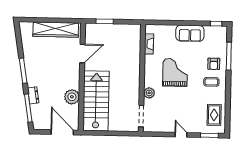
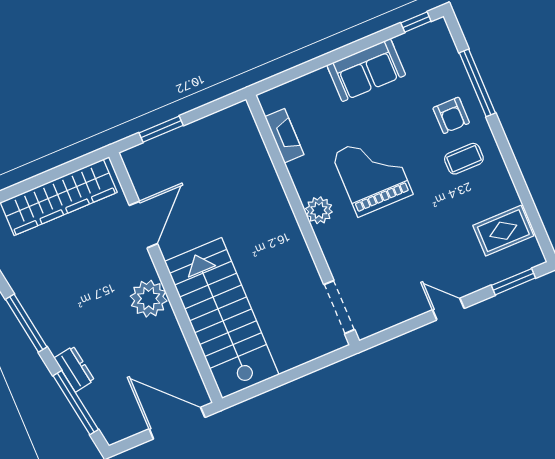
plant: (149, 93) -> (319, 210), moved
plant: (72, 97) -> (149, 299), moved
rug: (214, 115) -> (503, 231), turned 90

